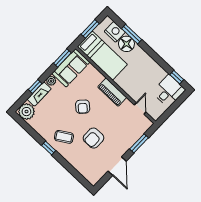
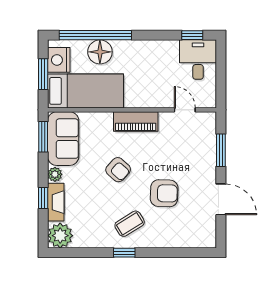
nightstand: (115, 32) -> (59, 60), moved, turned -90
window: (132, 34) -> (95, 35), width x2.11
armchair: (94, 138) -> (164, 193), turned -88

